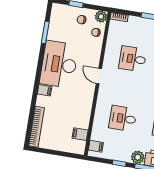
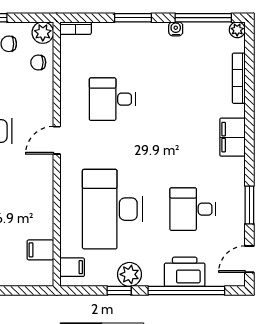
door: (99, 76) -> (57, 140), hinge flipped
desk: (123, 118) -> (112, 209), width x1.87, depth x1.30
plant: (138, 157) -> (130, 274), moved

